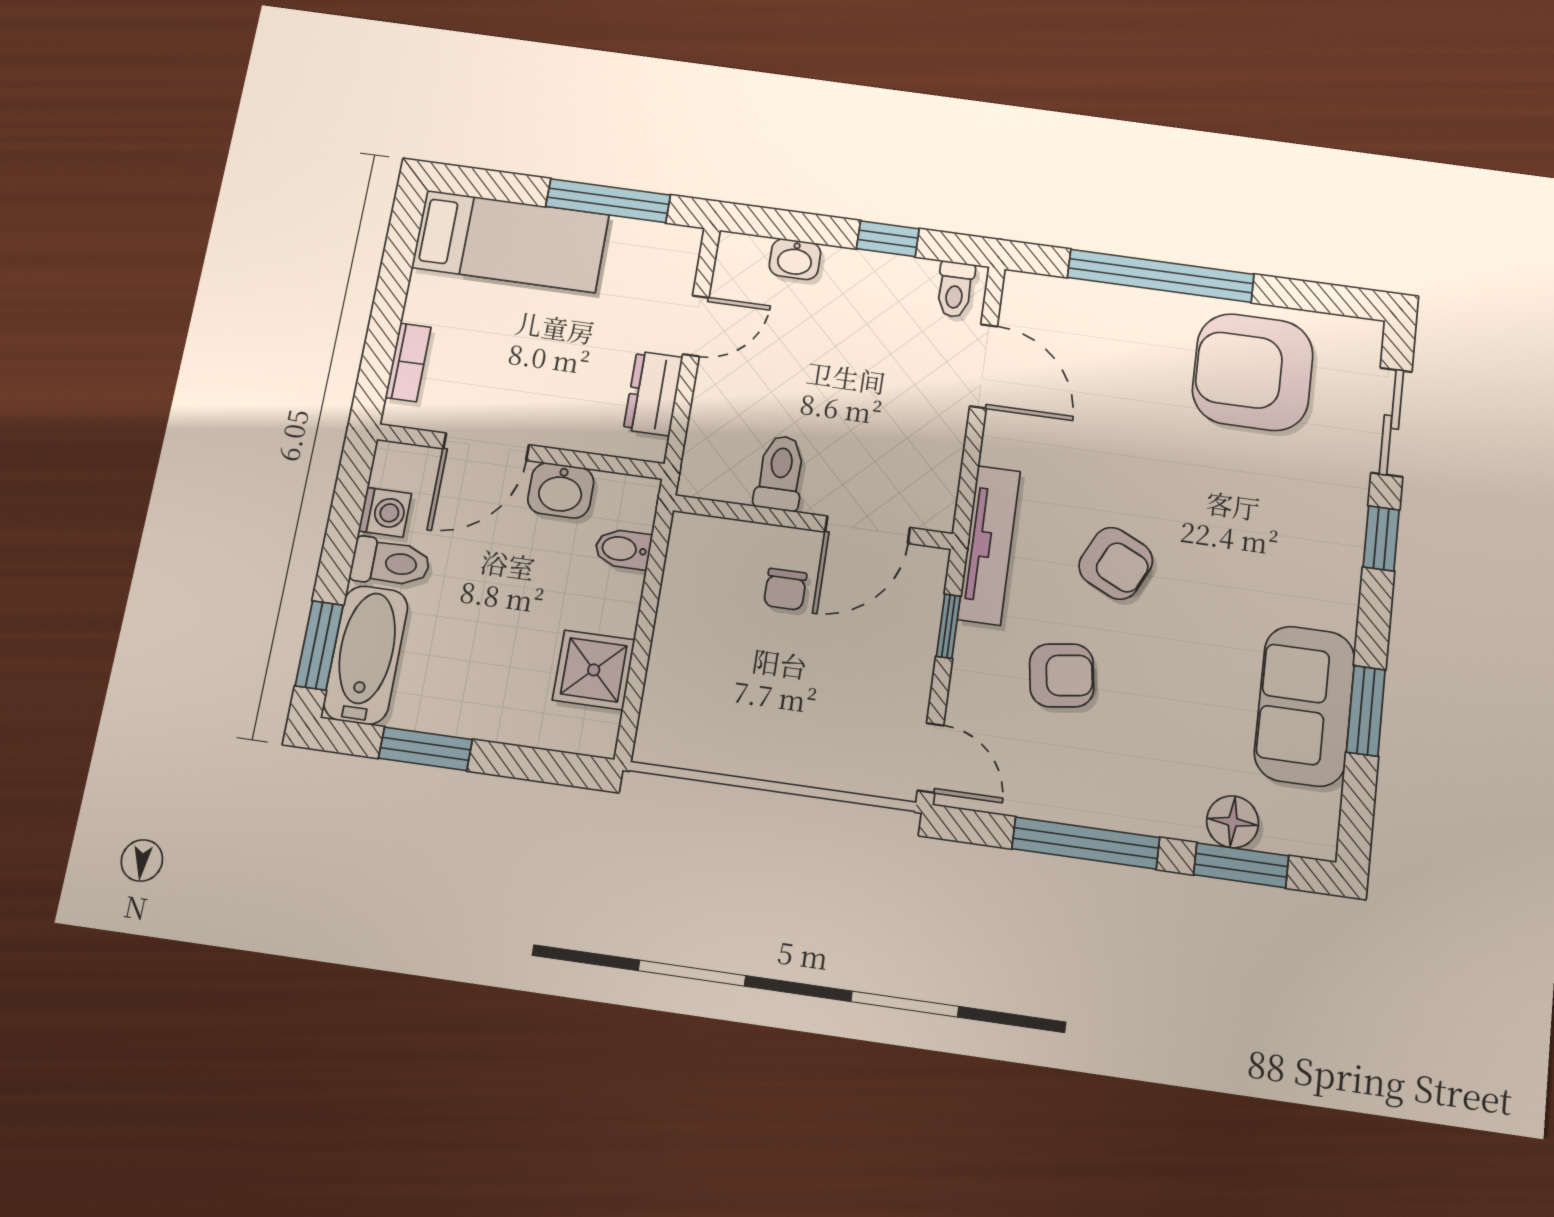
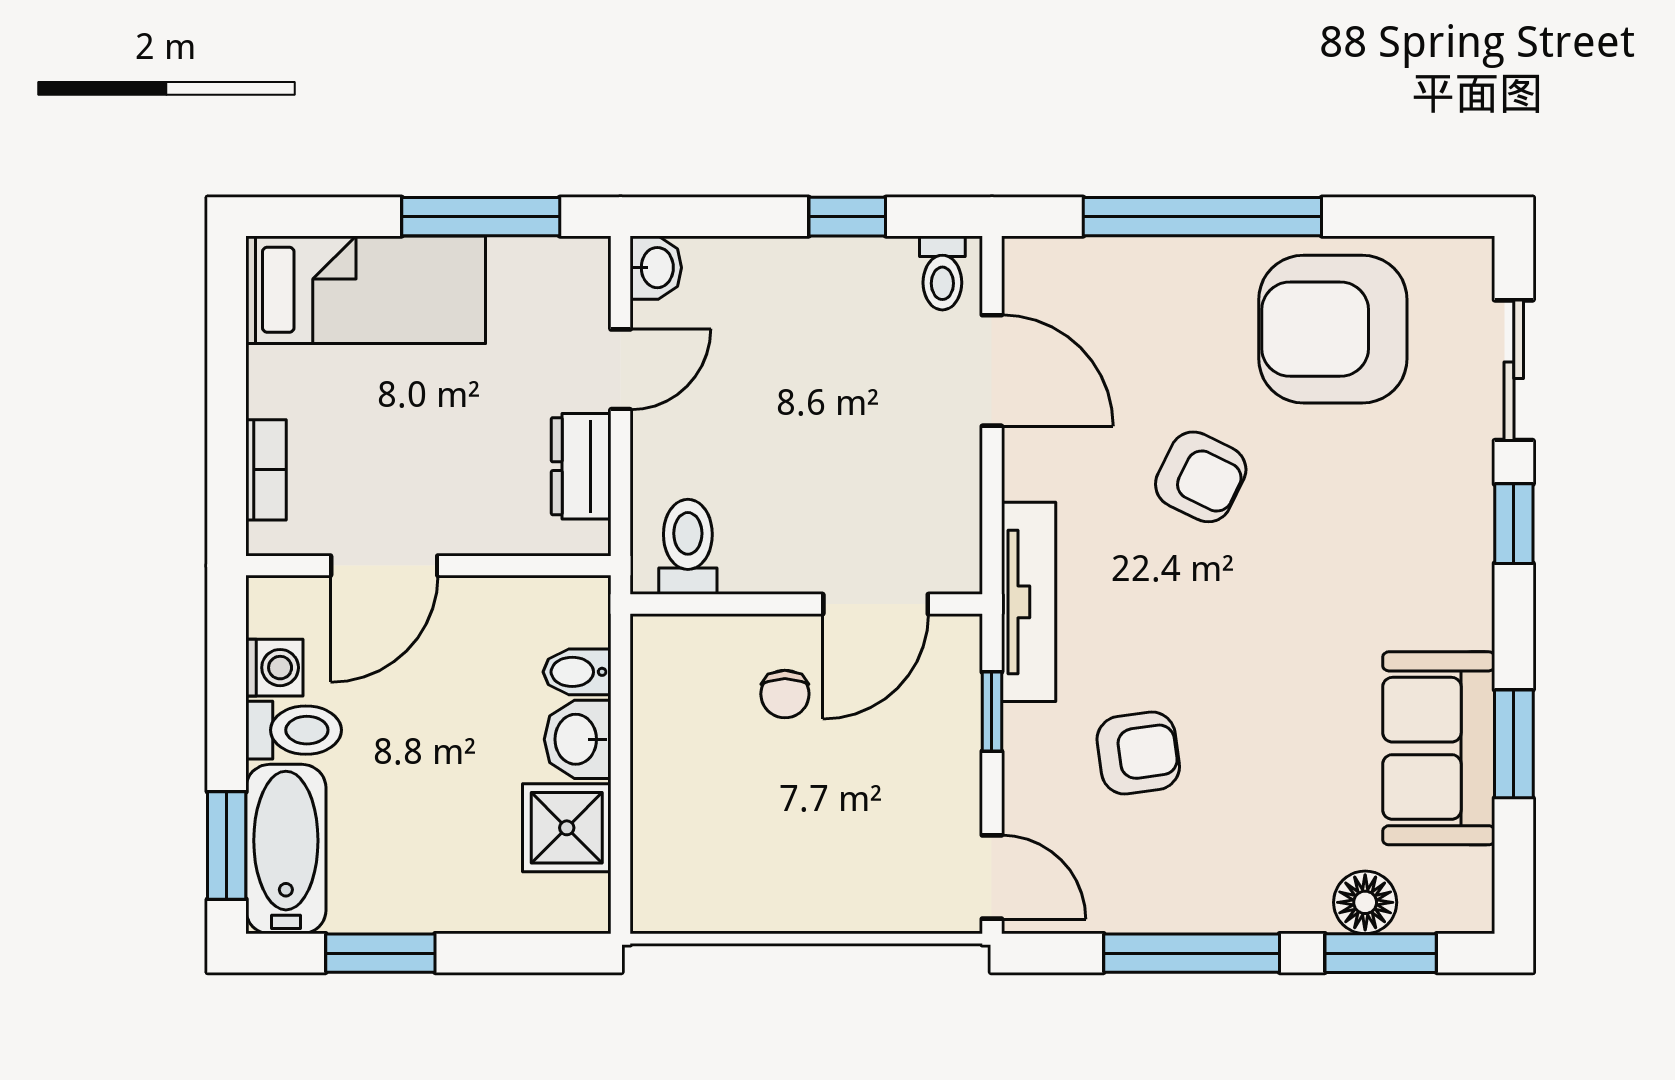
washbasin: (795, 259) -> (656, 268), moved, turned -90
toilet: (780, 473) -> (688, 547), moved
washbasin: (561, 490) -> (578, 739), moved, turned 90
armchair: (1116, 563) -> (1201, 477), moved

